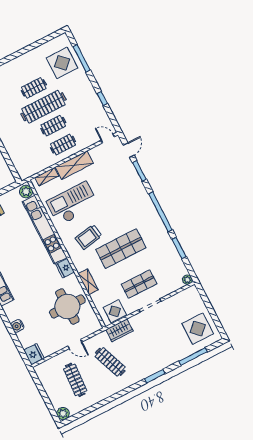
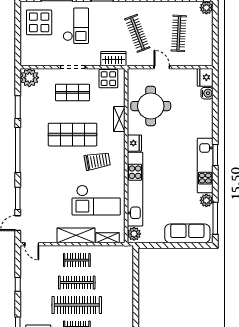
clothes rail: (53, 126) -> (77, 283), width x1.36
plant: (187, 280) -> (29, 78), width x1.87, depth x1.87
water cooler: (17, 326) -> (207, 93), moved
checkout: (165, 342) -> (76, 26), added

